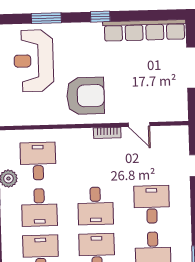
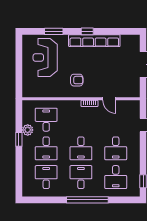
row of seats: (144, 30) -> (94, 41), moved
armchair: (86, 96) -> (77, 80), width x0.53, depth x0.53
desk: (152, 204) -> (116, 148), turned 180

